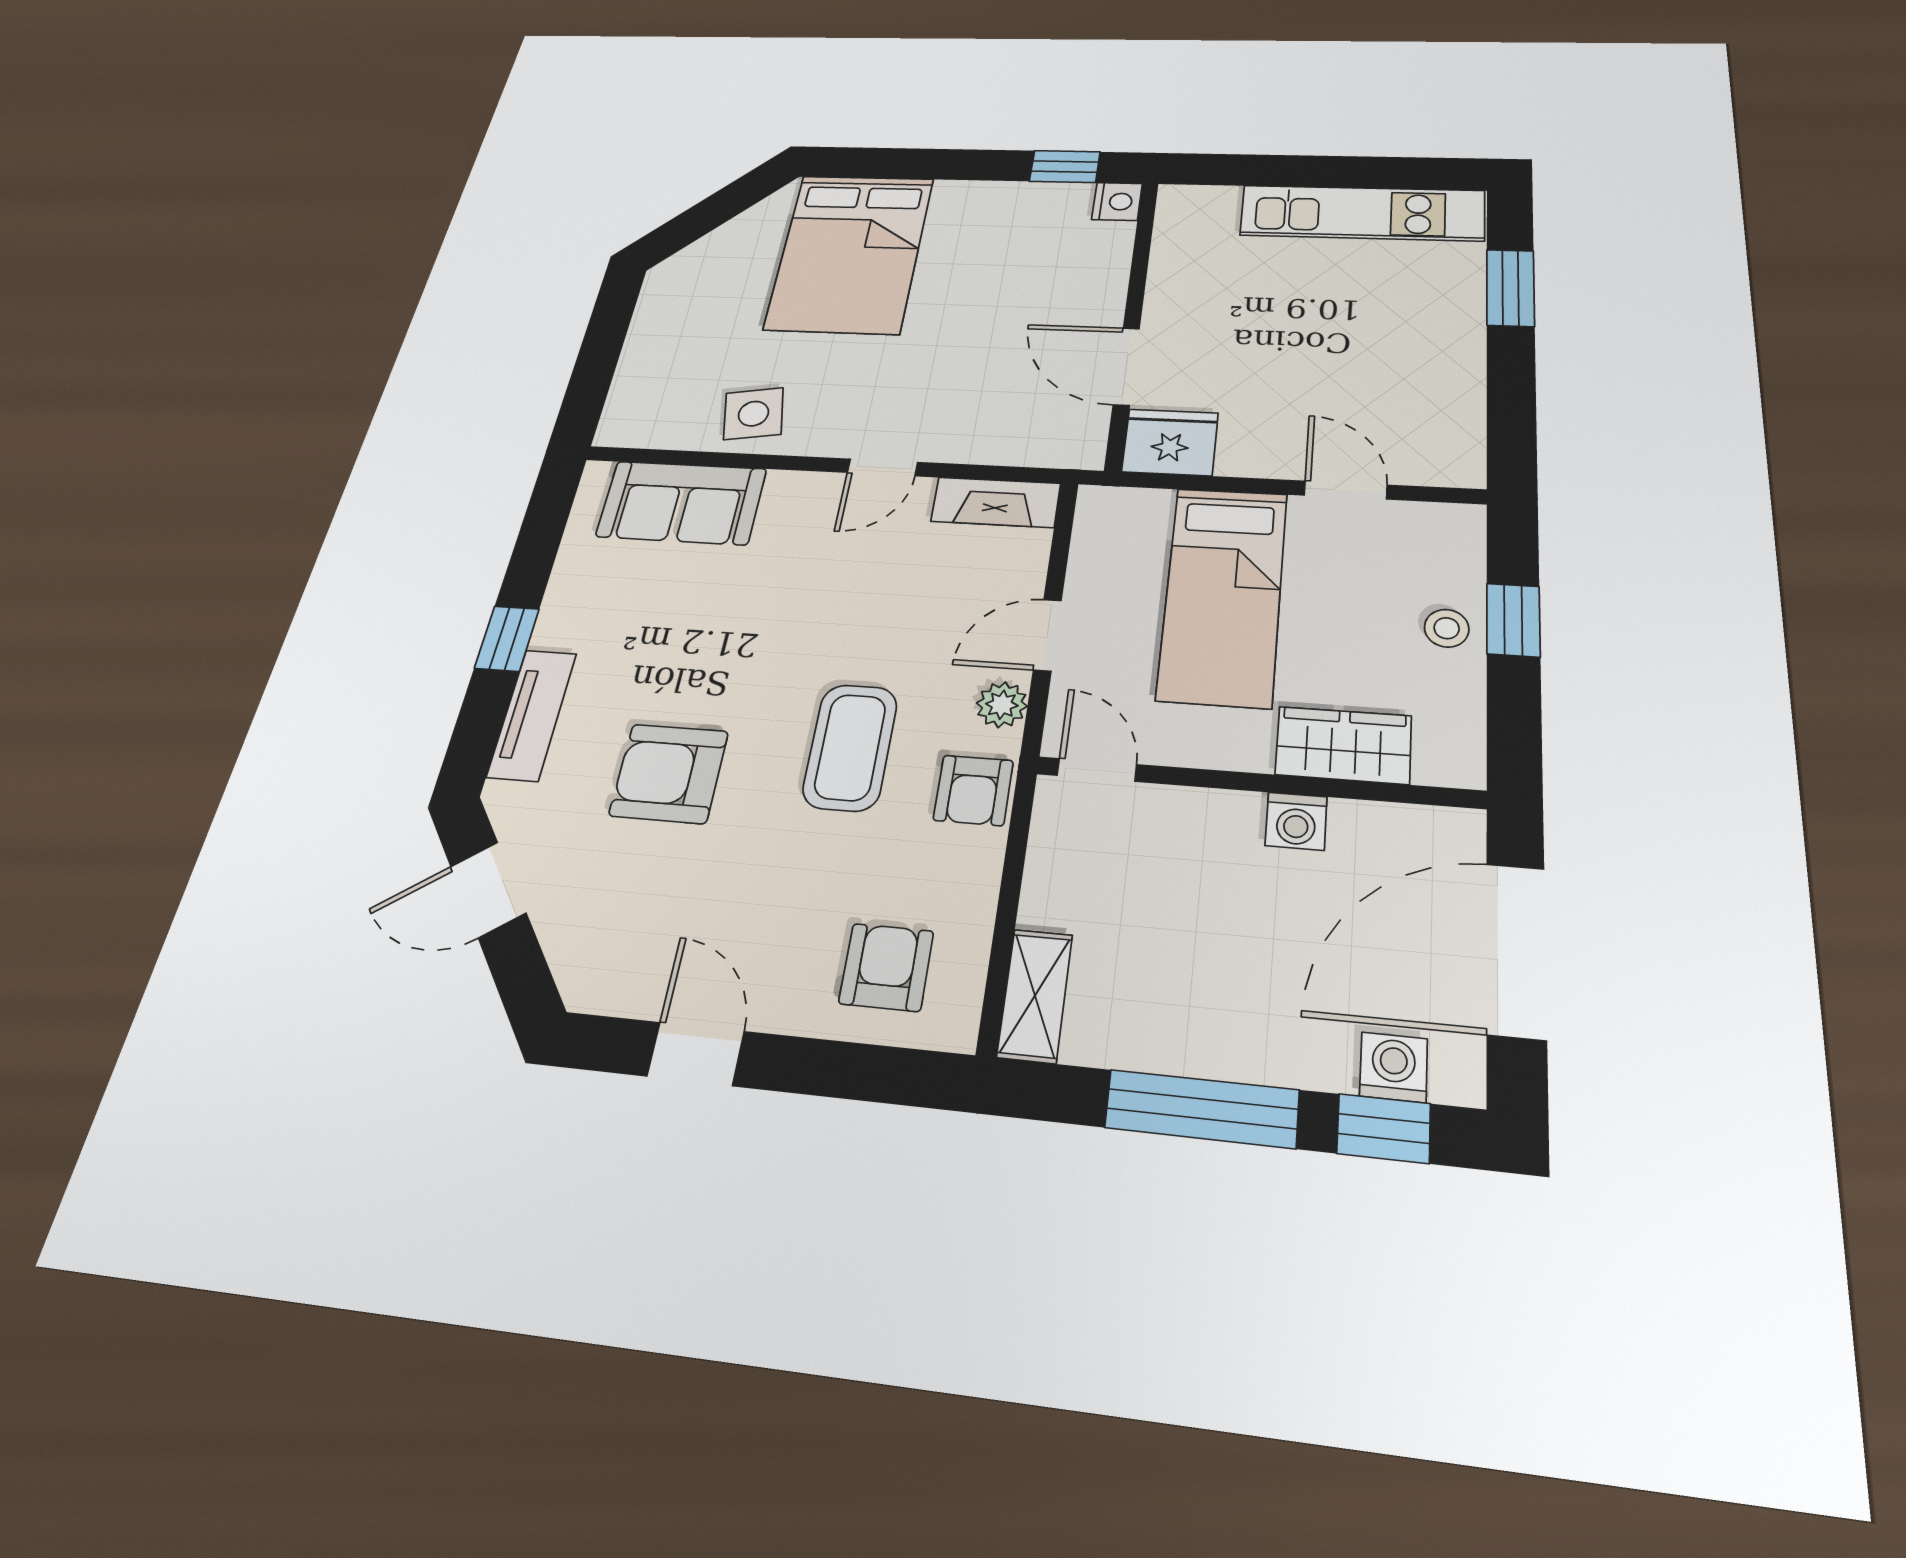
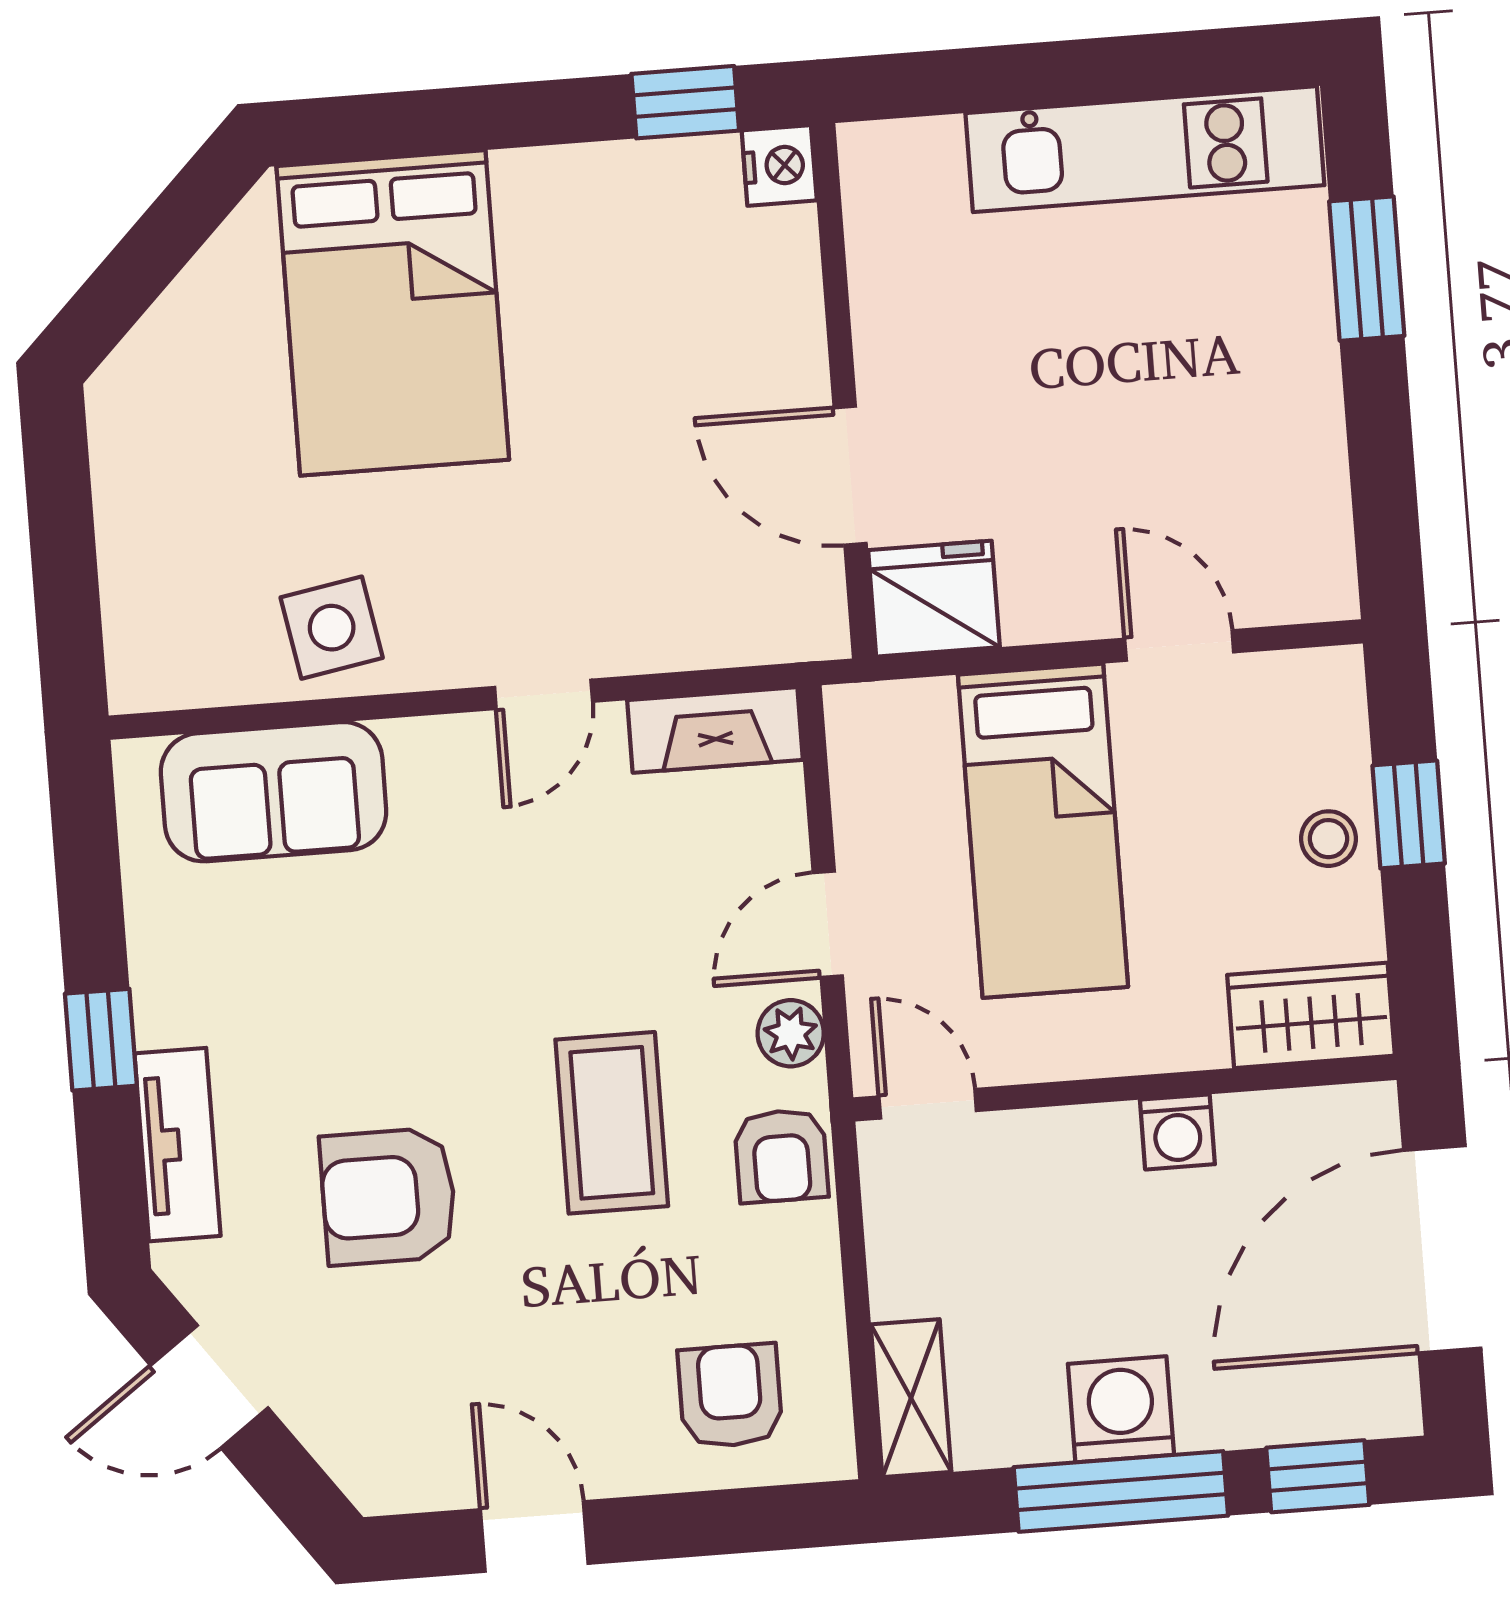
wardrobe: (1343, 745) -> (1311, 1015), moved
washing machine: (1394, 1067) -> (1121, 1409), moved, width x1.38, depth x1.38

